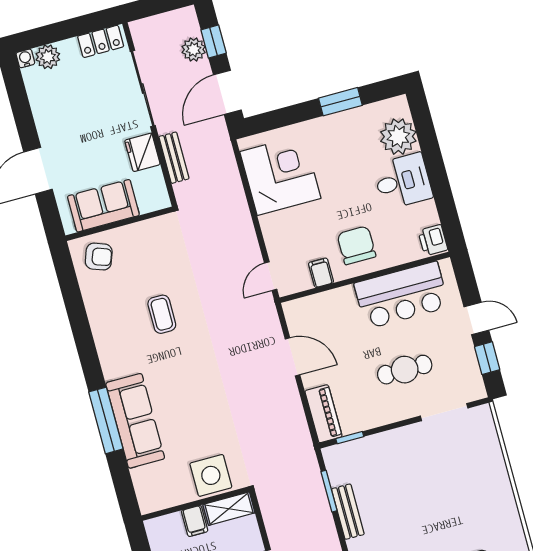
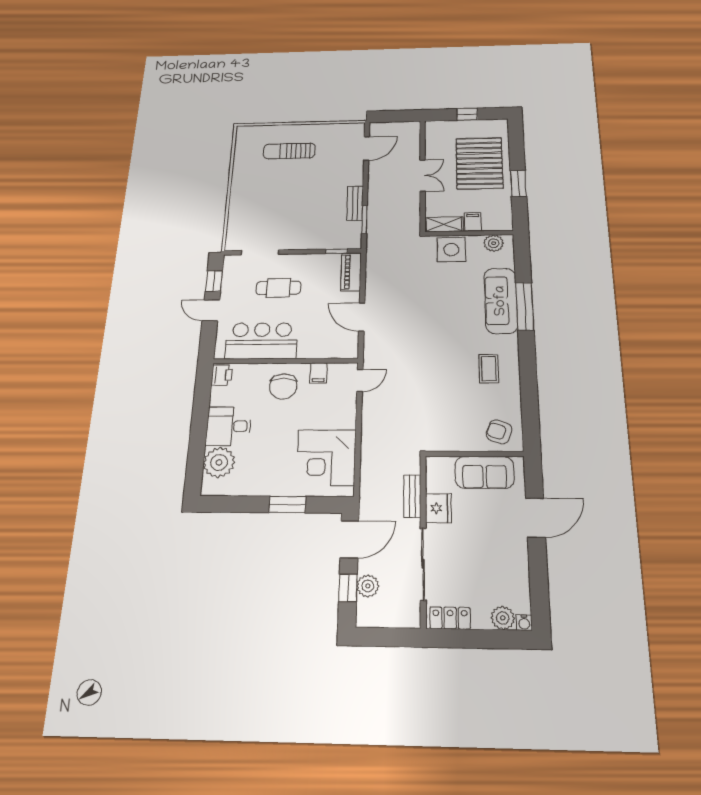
window: (340, 102) -> (287, 504), moved
coffee table: (162, 314) -> (489, 369), moved
plant: (162, 497) -> (494, 243), added

